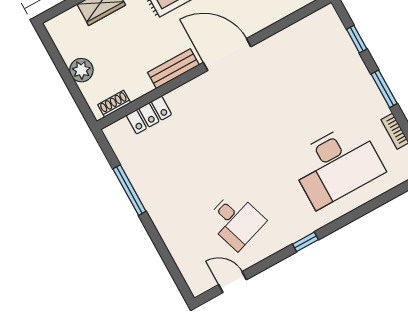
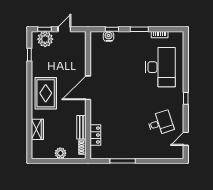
water cooler: (341, 40) -> (109, 36), added
bench: (173, 69) -> (81, 127), moved

